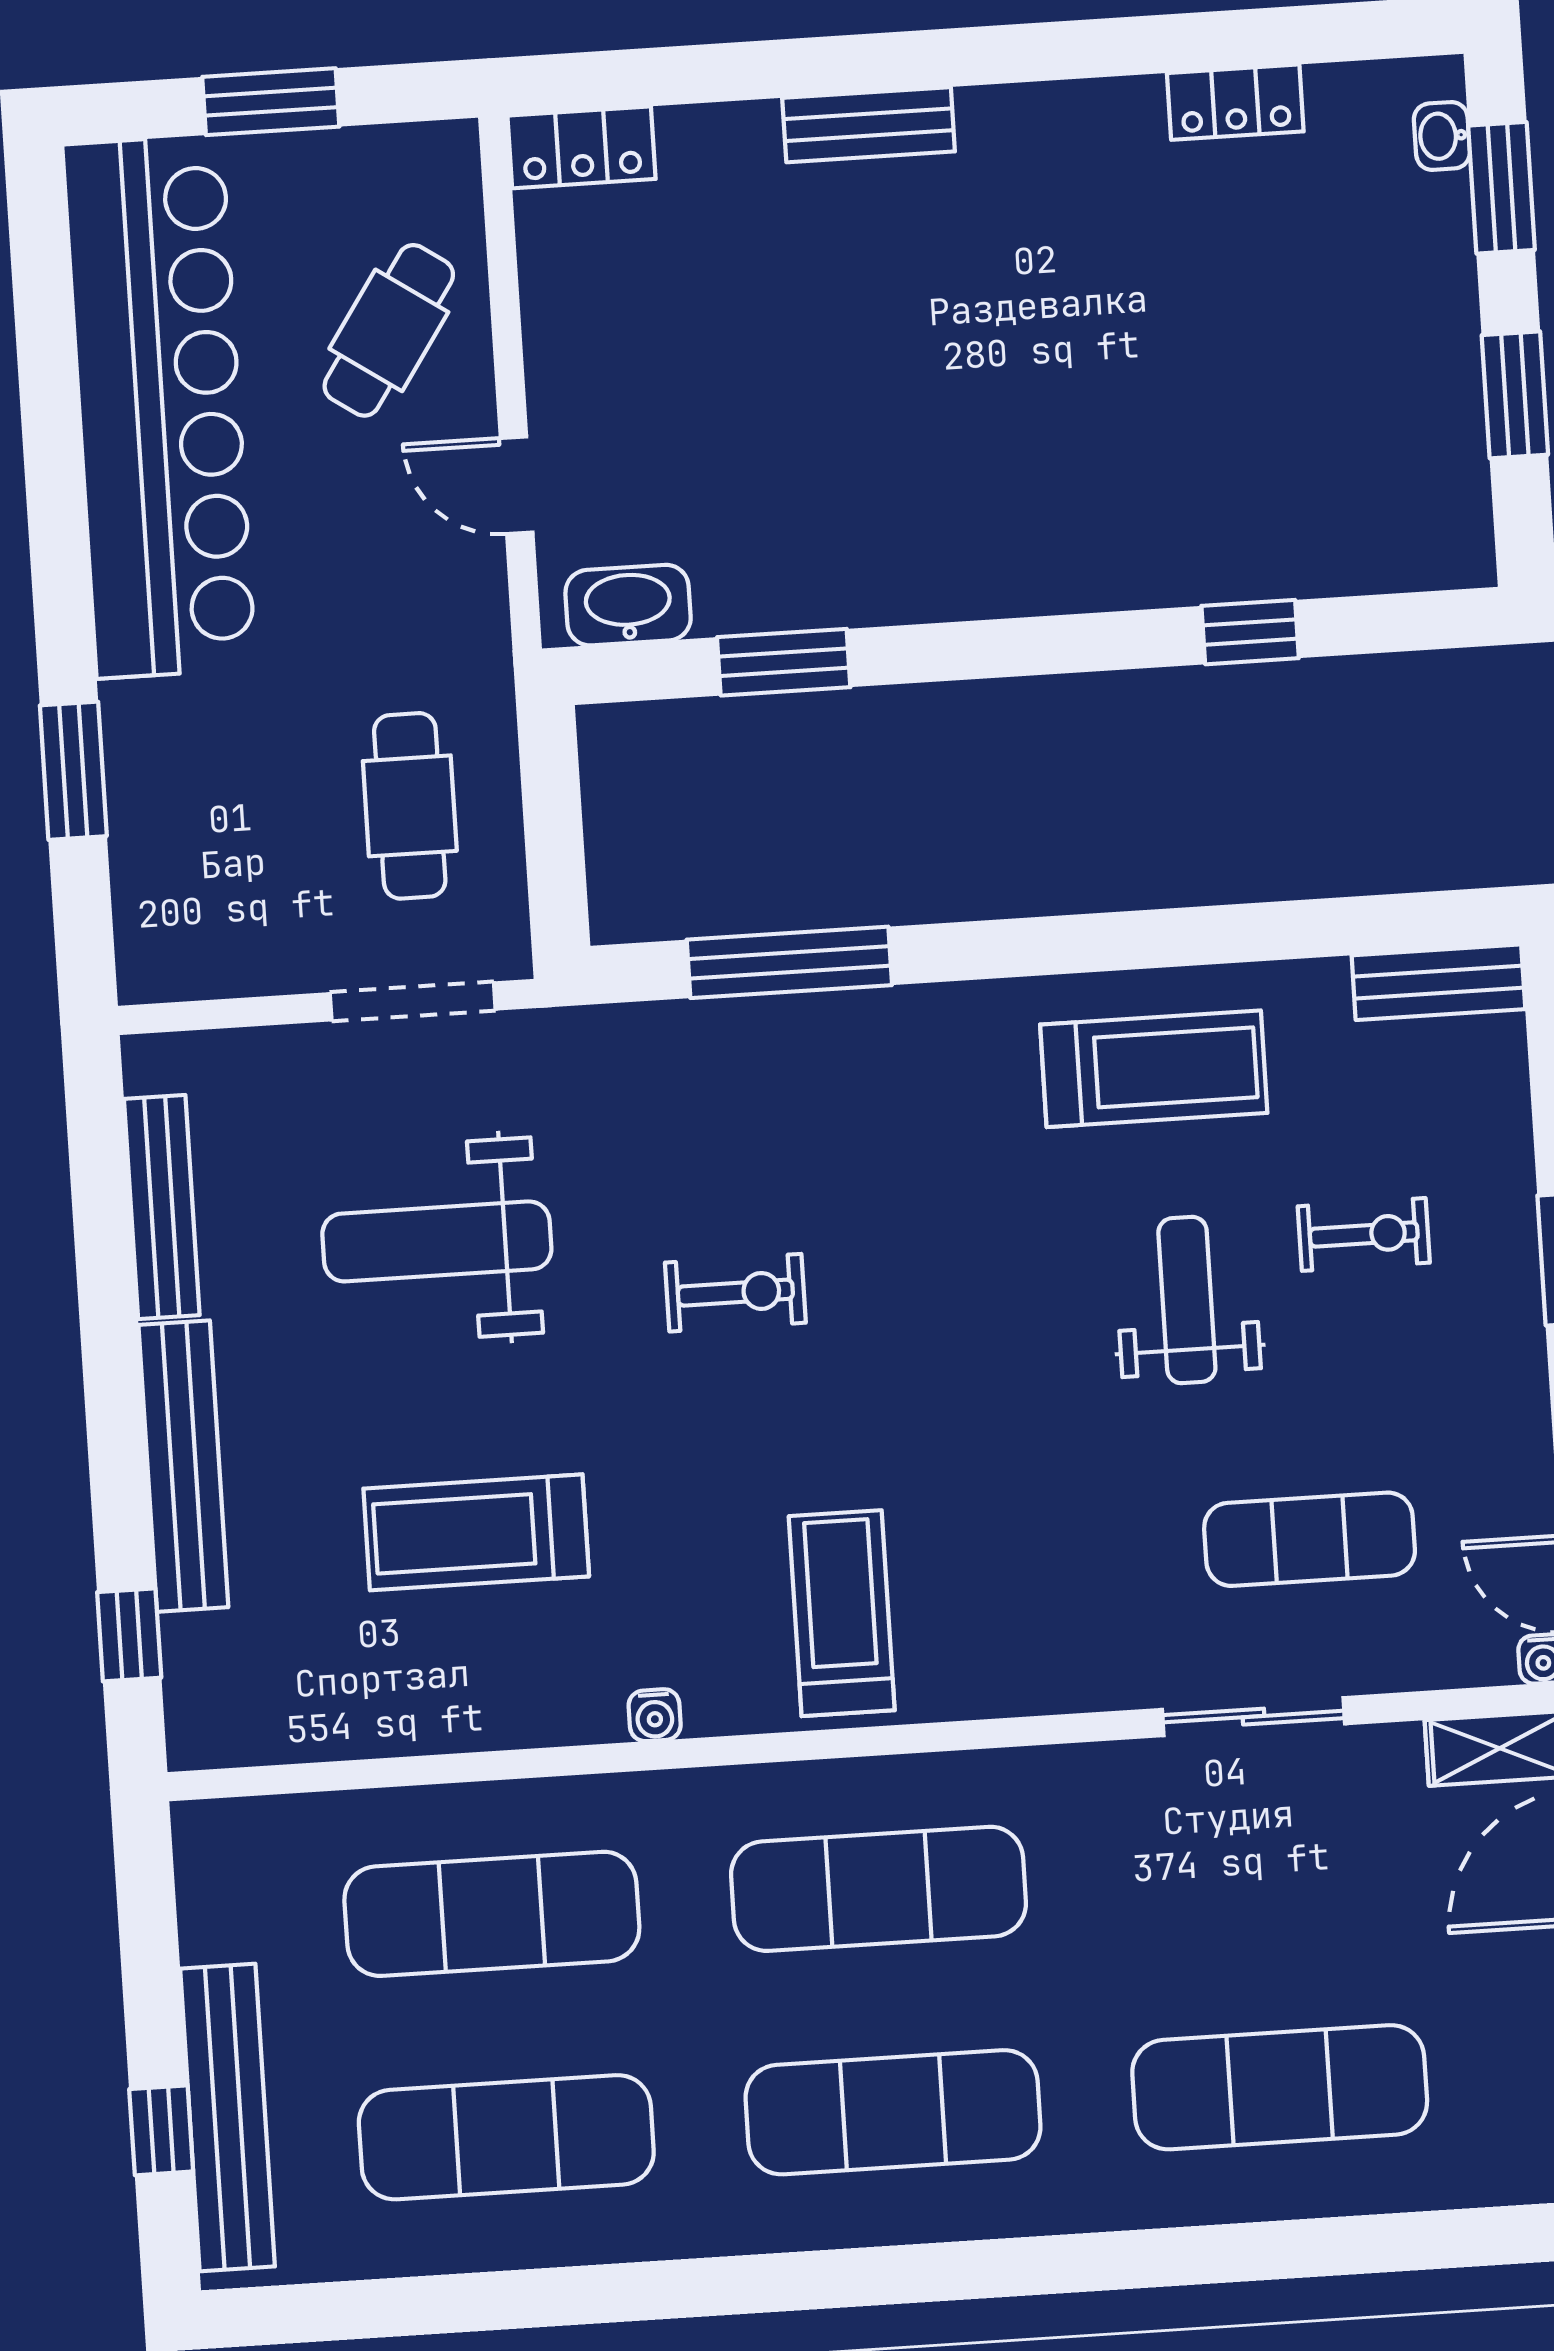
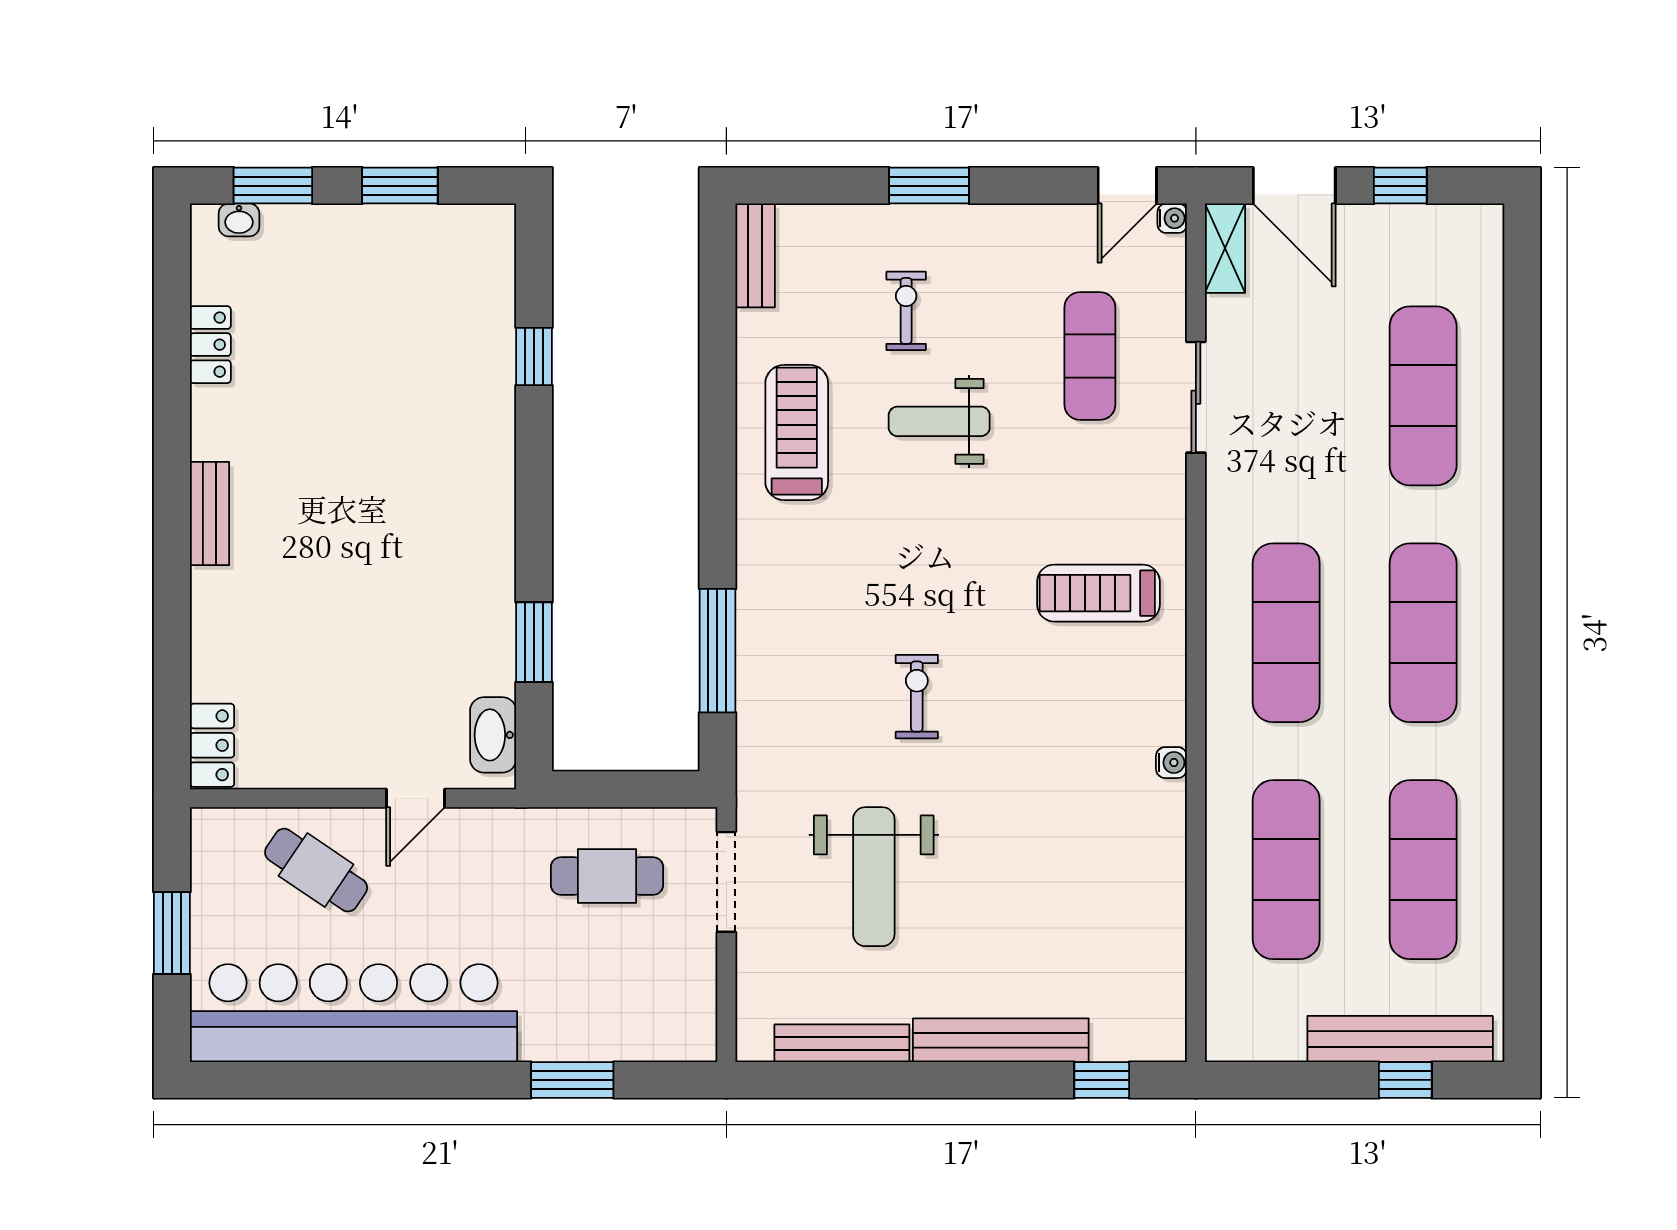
bench: (869, 125) -> (209, 513), moved
treadmill: (476, 1532) -> (1053, 864), removed
treadmill: (842, 1613) -> (1098, 593), moved

